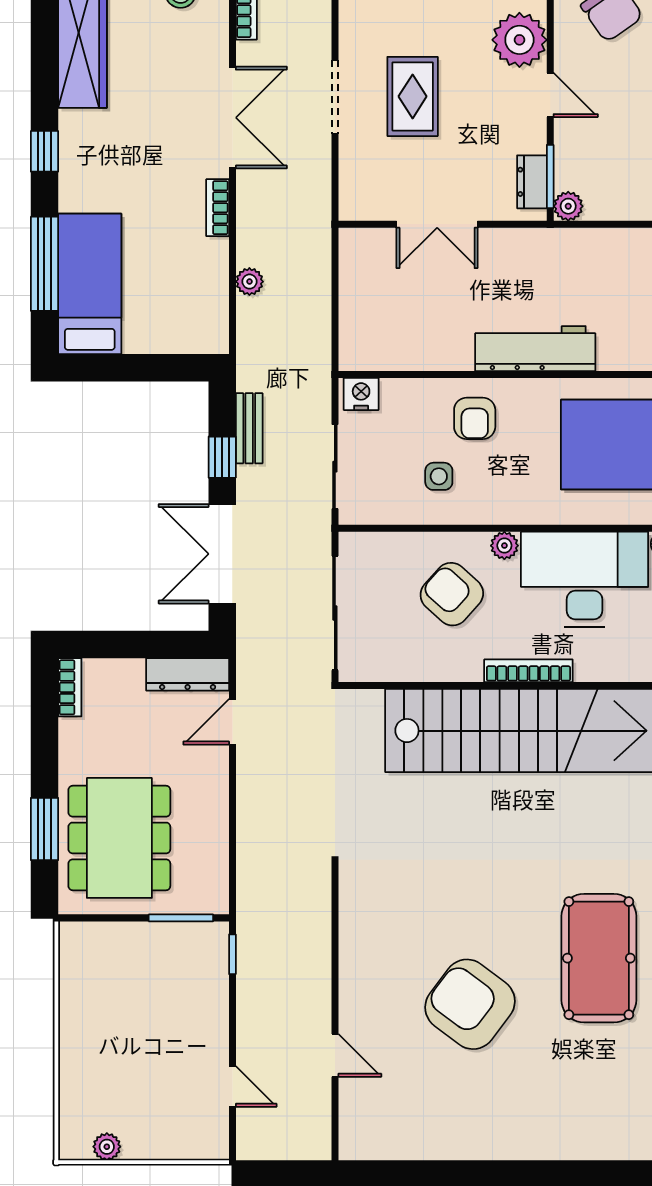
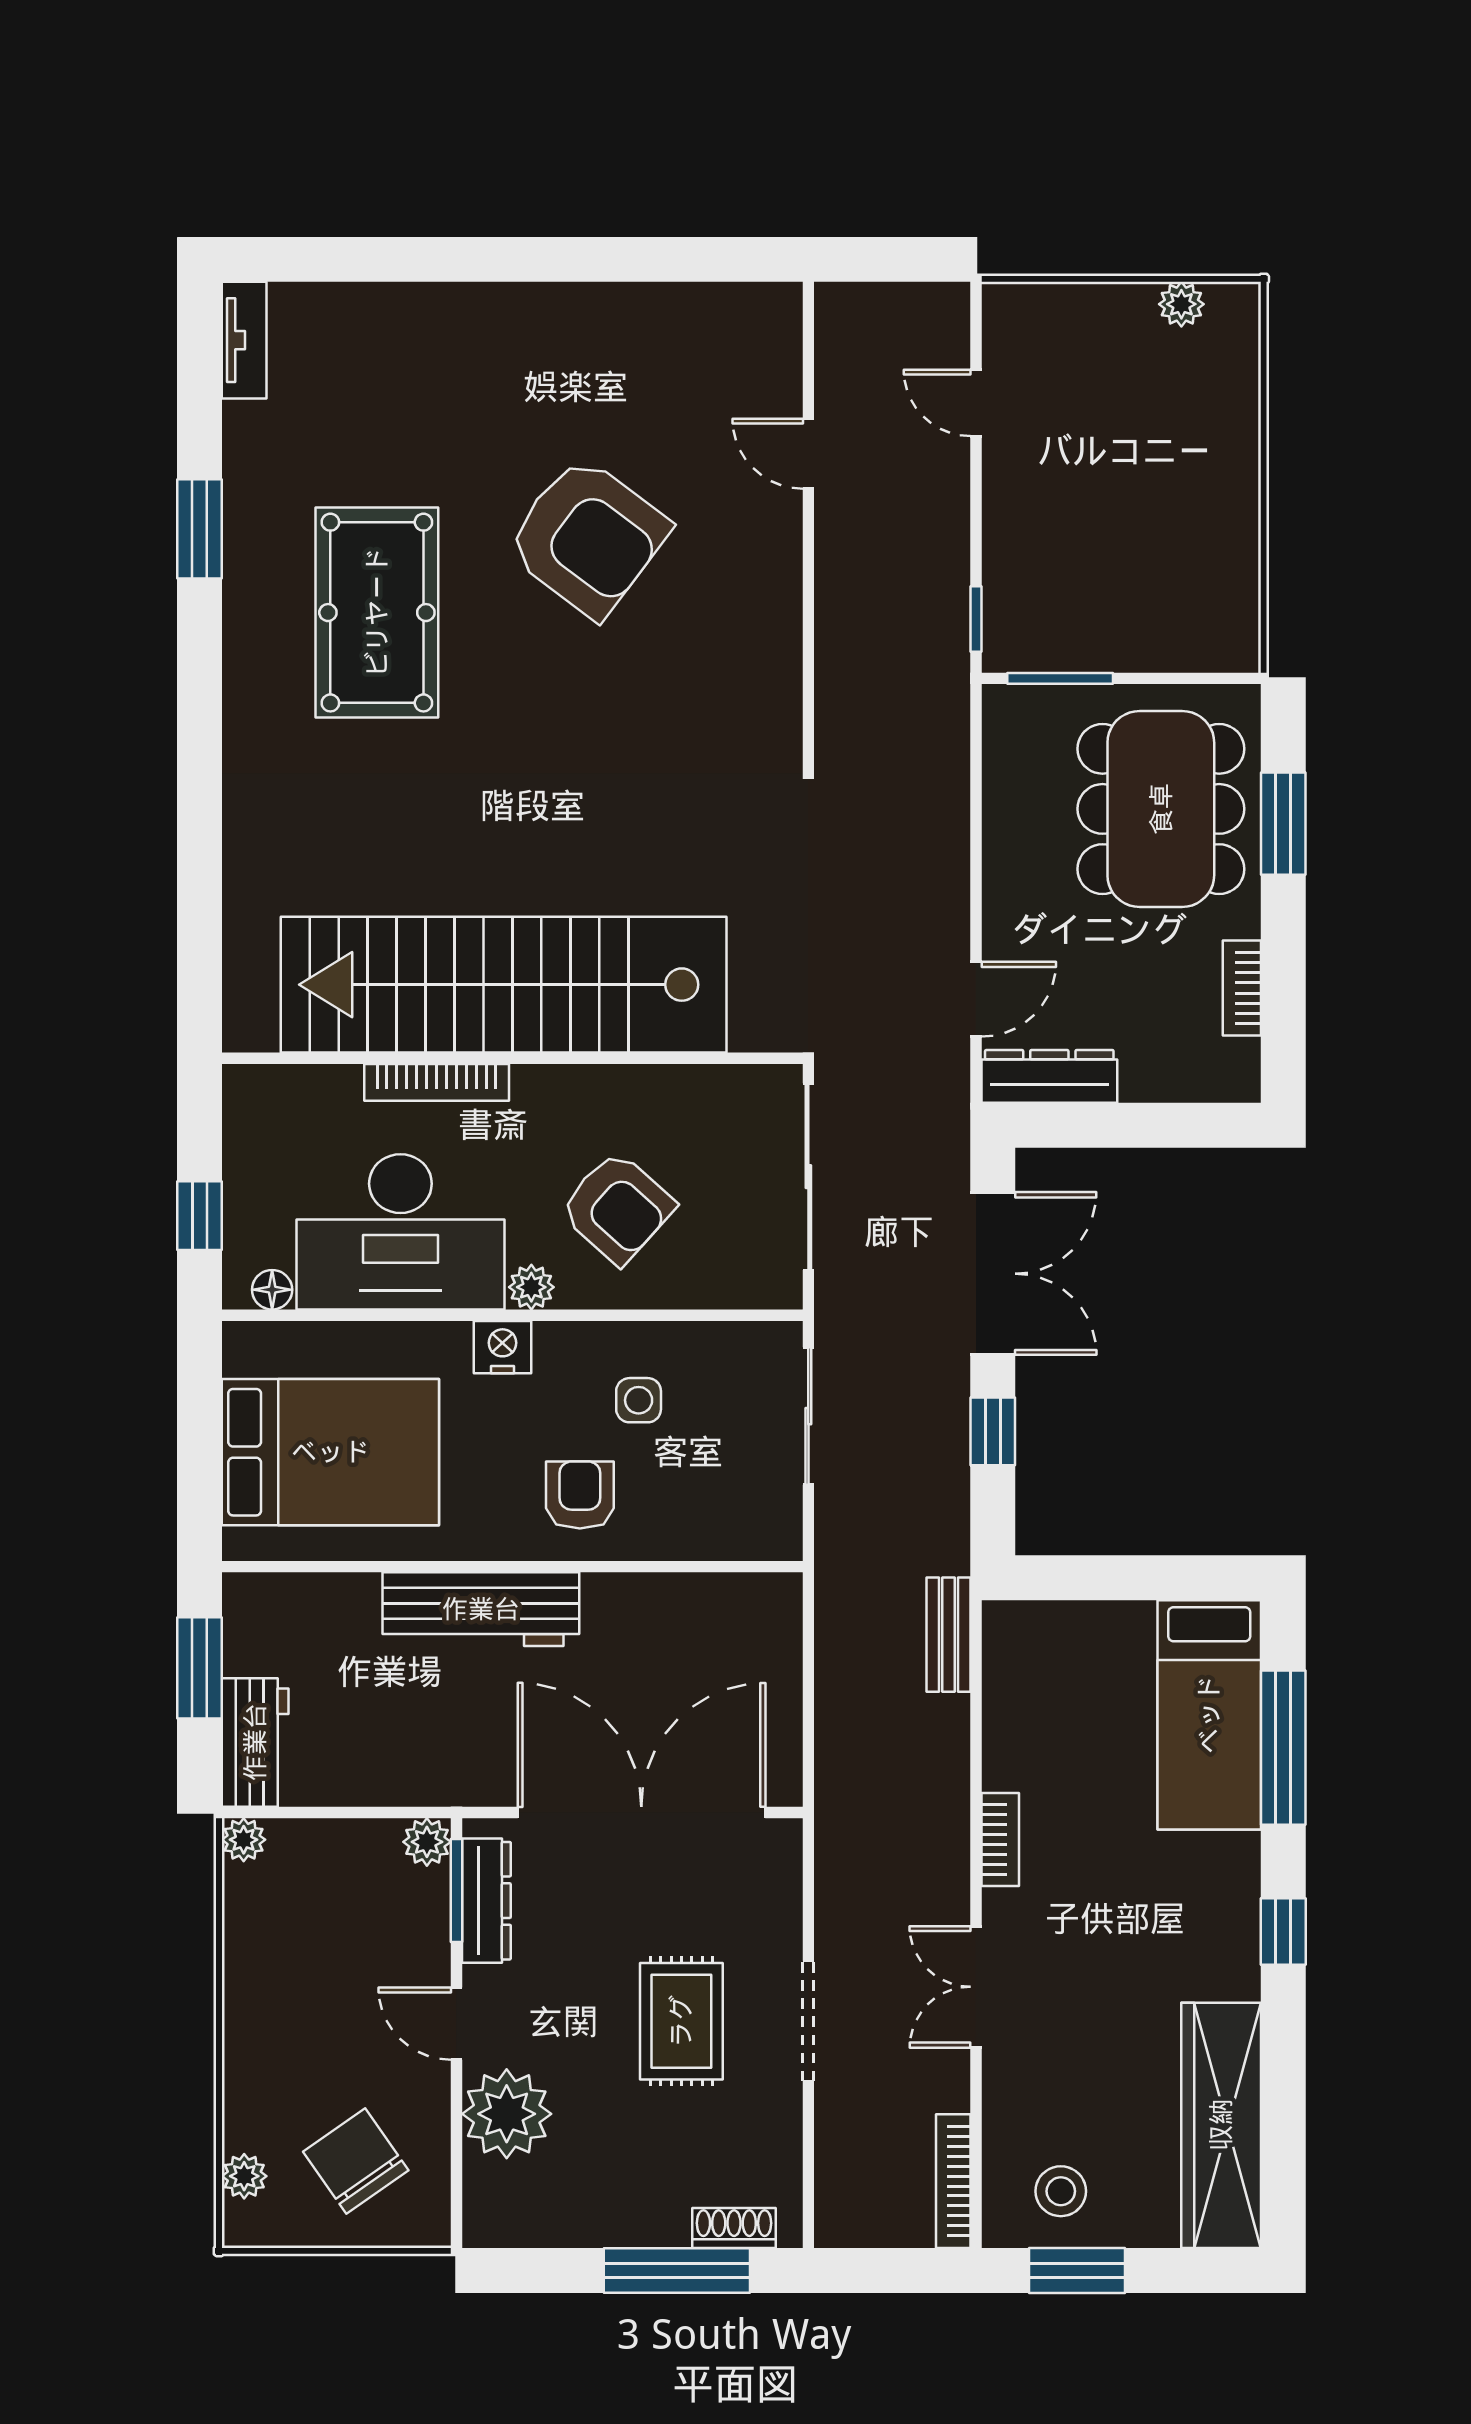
double door: (232, 118) -> (976, 1987), width x0.73
dresser: (532, 182) -> (486, 1901), width x1.44
double door: (437, 224) -> (641, 1812), width x1.87
plant: (249, 282) -> (948, 1719), removed
nightstand: (361, 394) -> (503, 1347), moved, turned 180
bench: (249, 428) -> (949, 1635), moved
bookcase: (528, 671) -> (437, 1082), moved
bookcase: (70, 687) -> (1242, 988), moved

